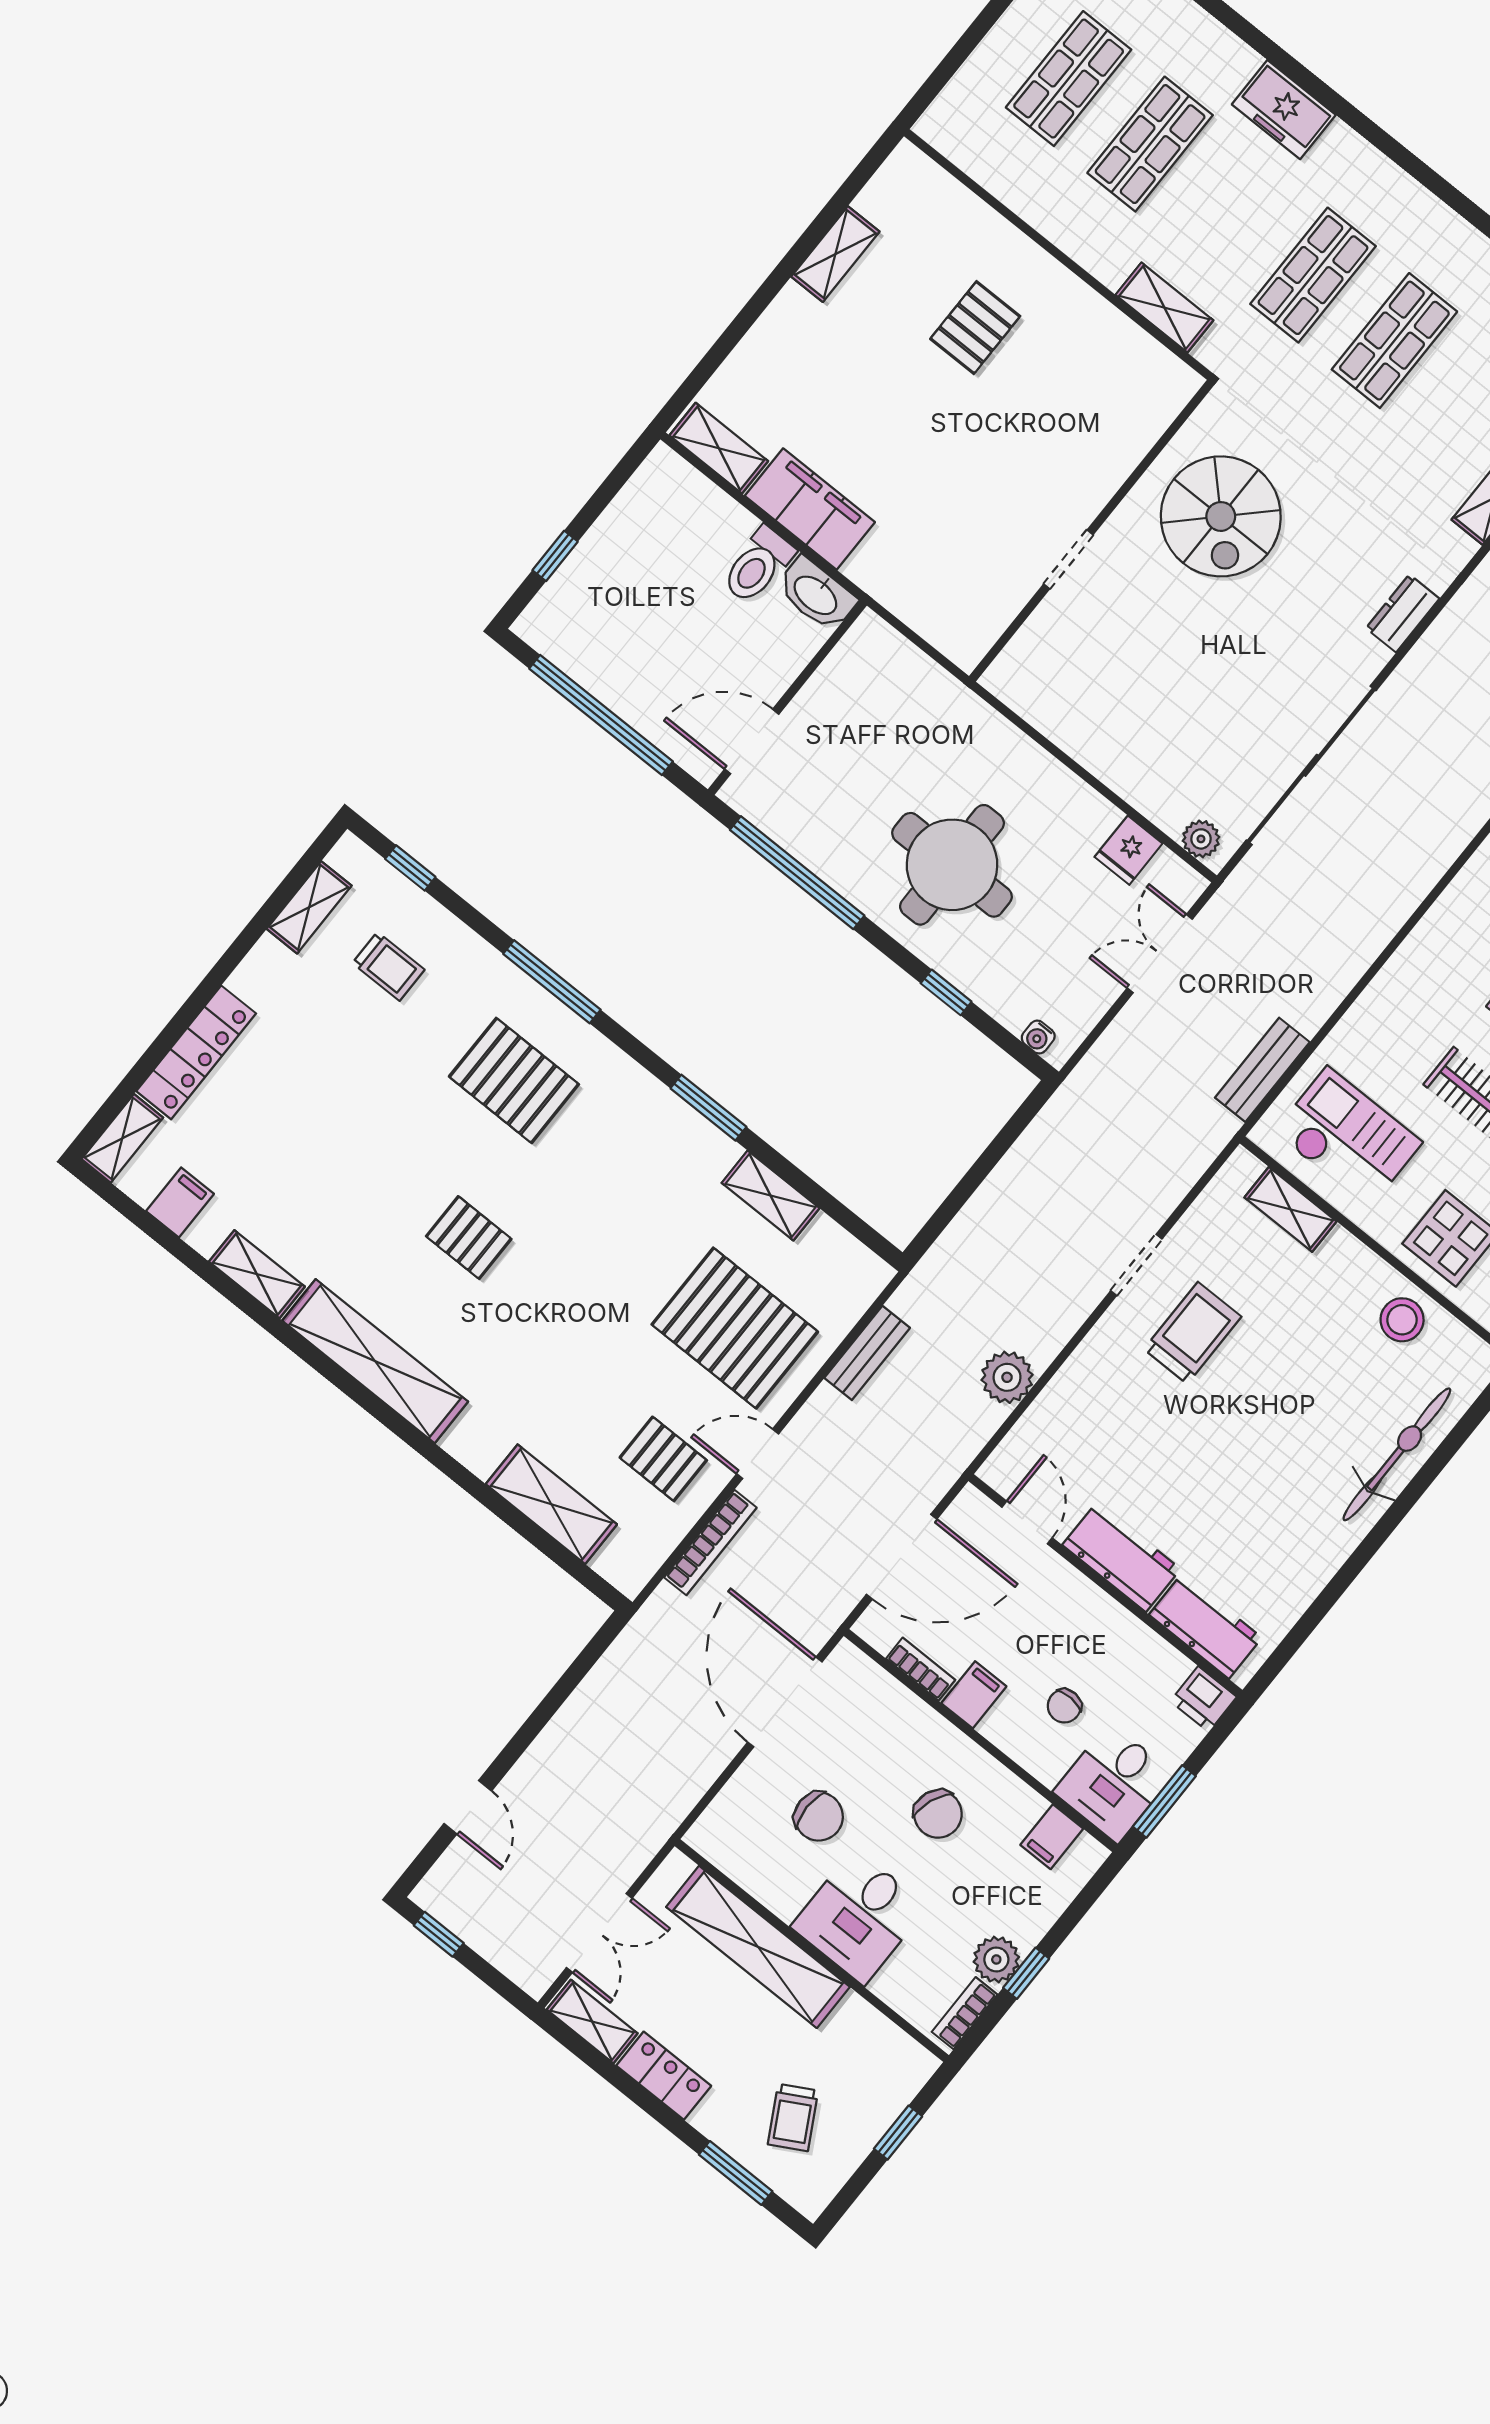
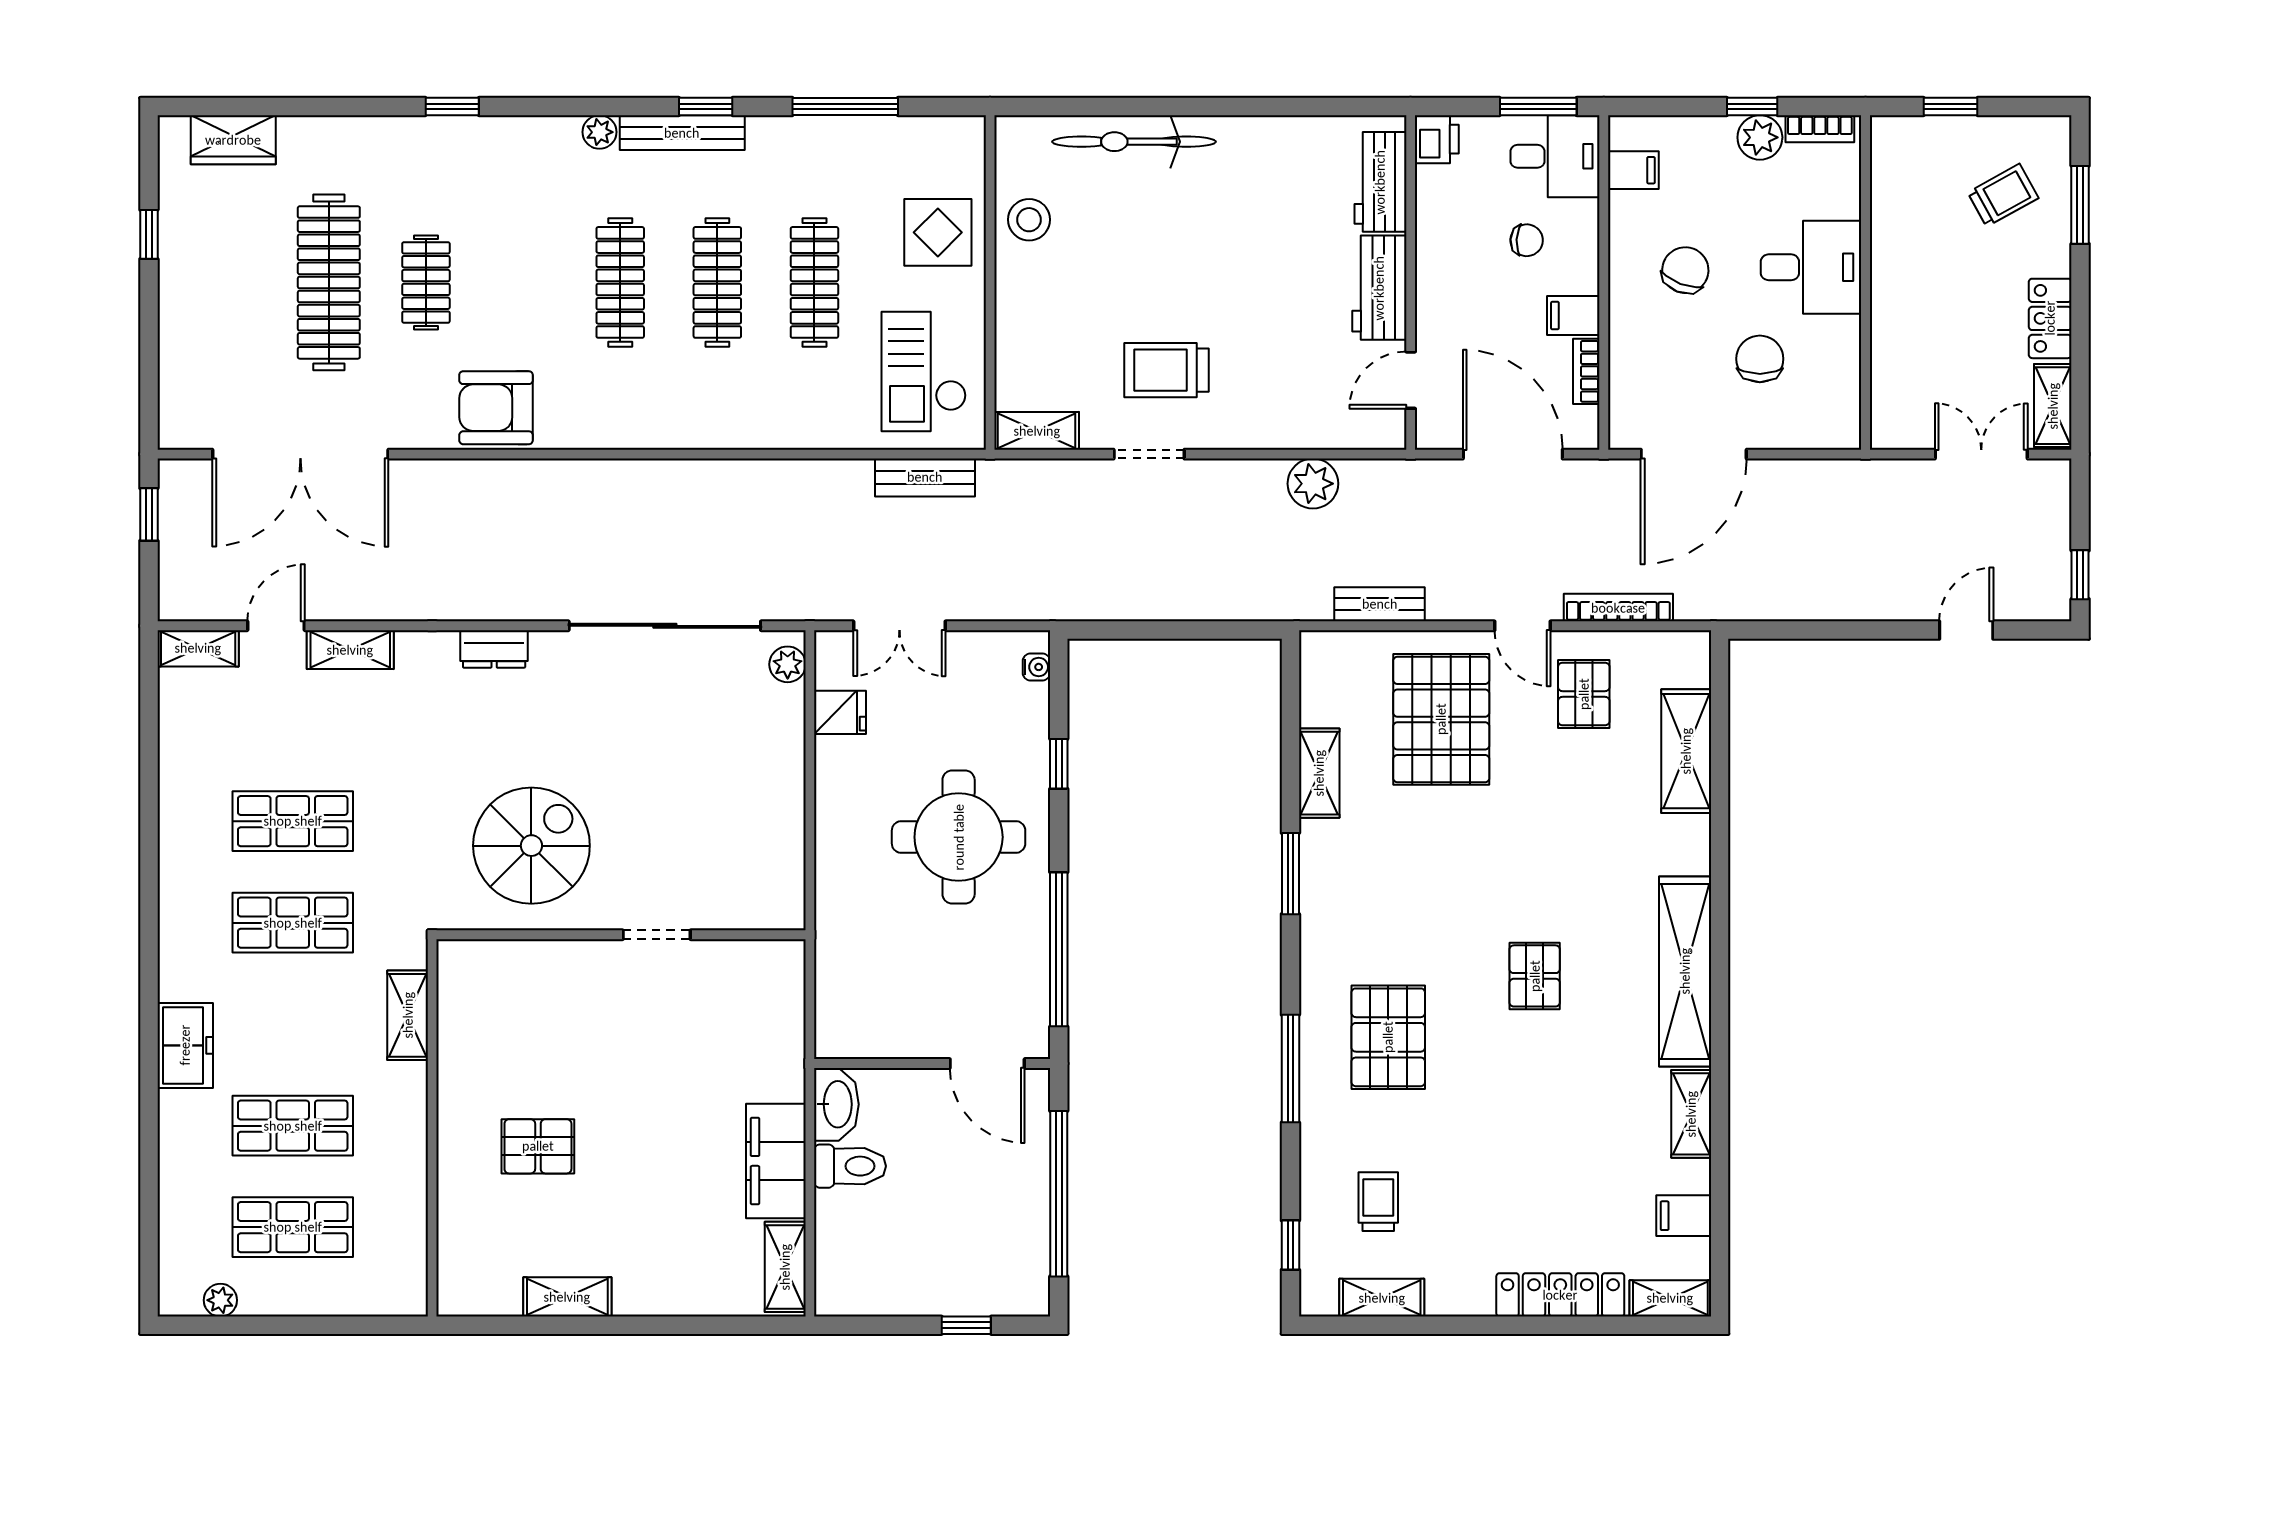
shelving: (1290, 1209) -> (1037, 431), moved, turned 90
shelving: (758, 1947) -> (1895, 325), removed

